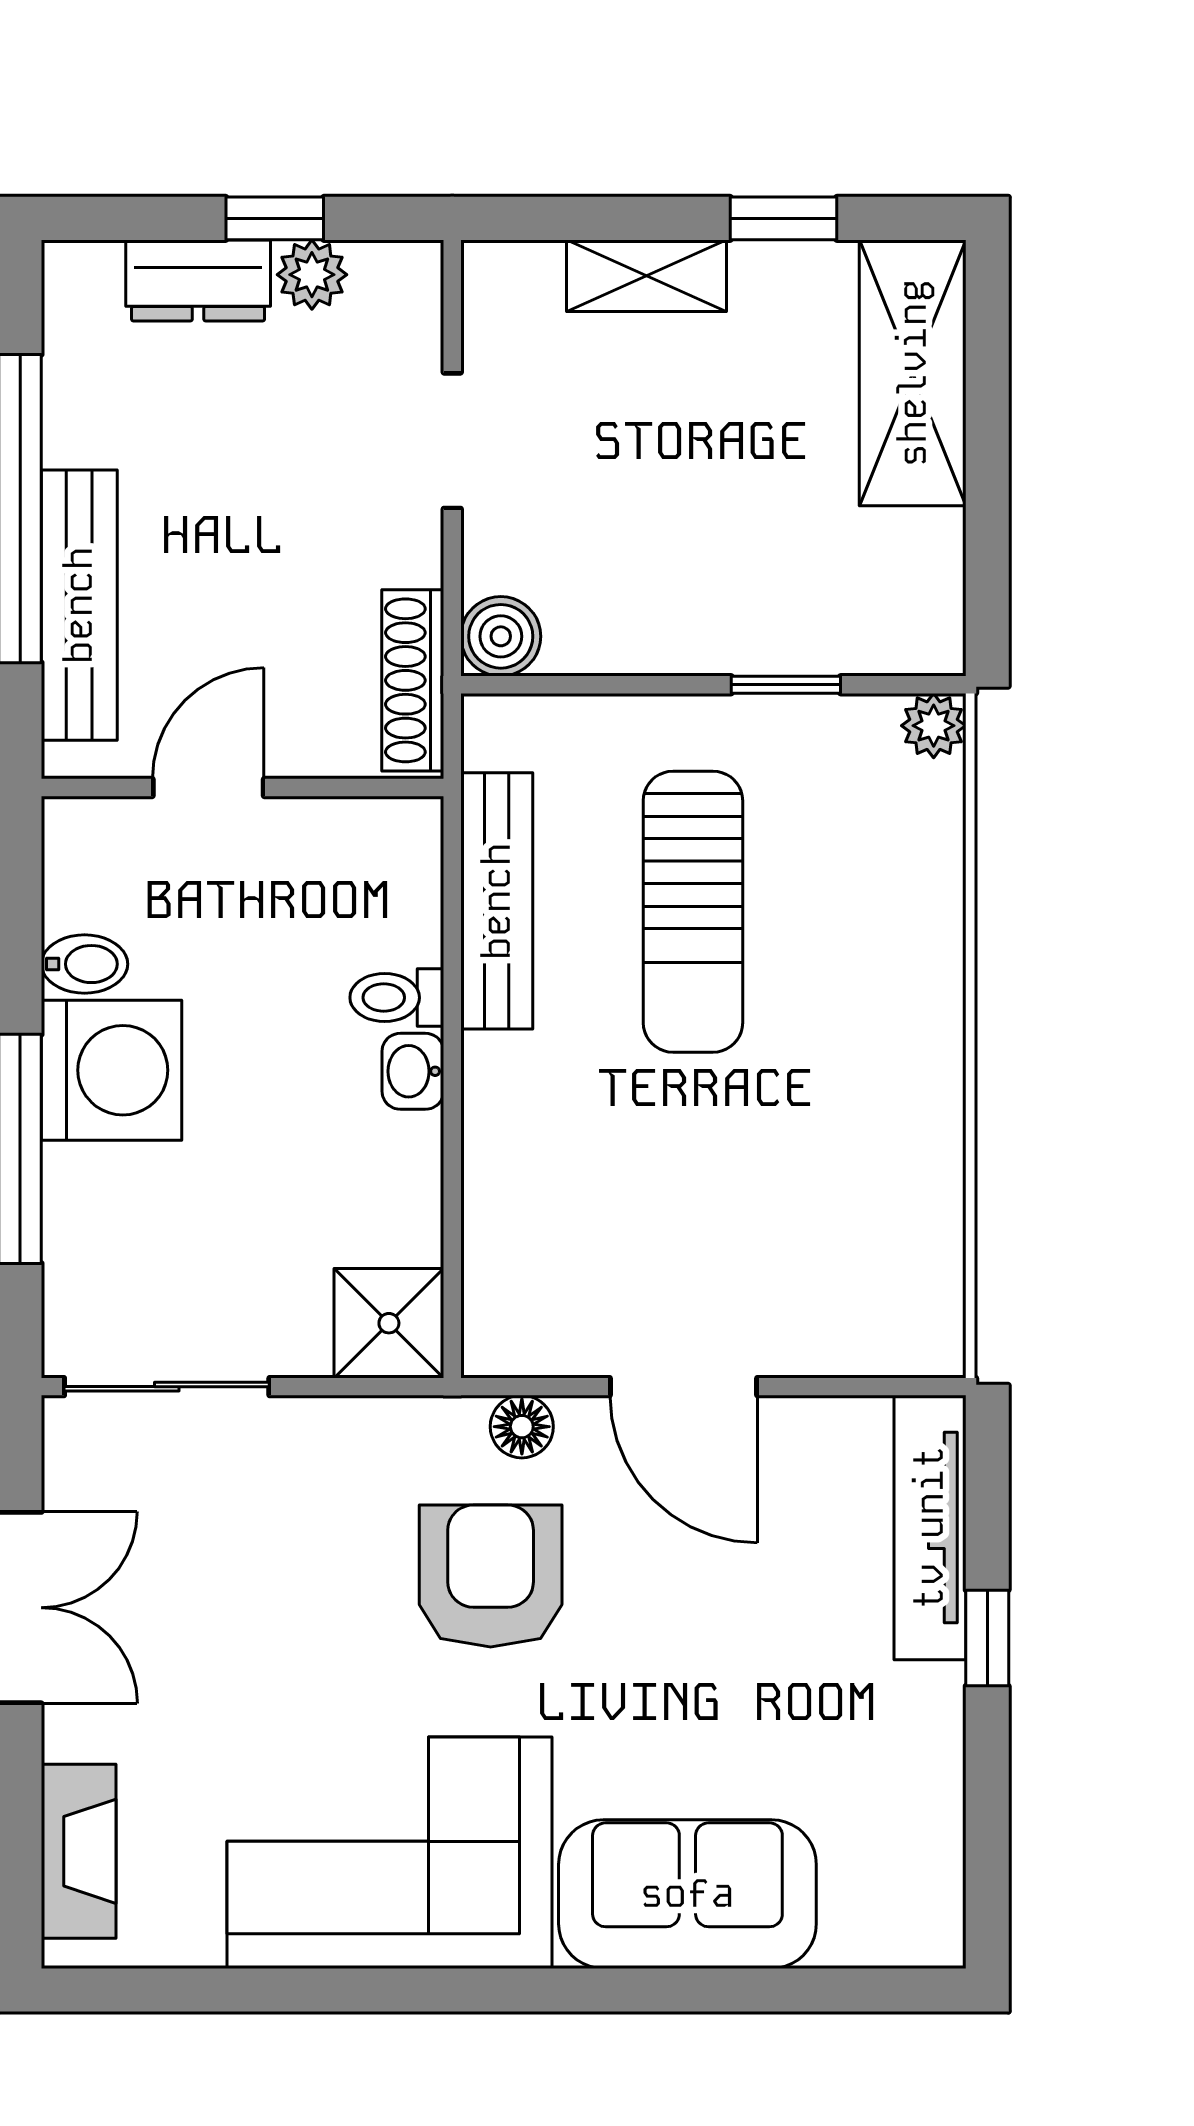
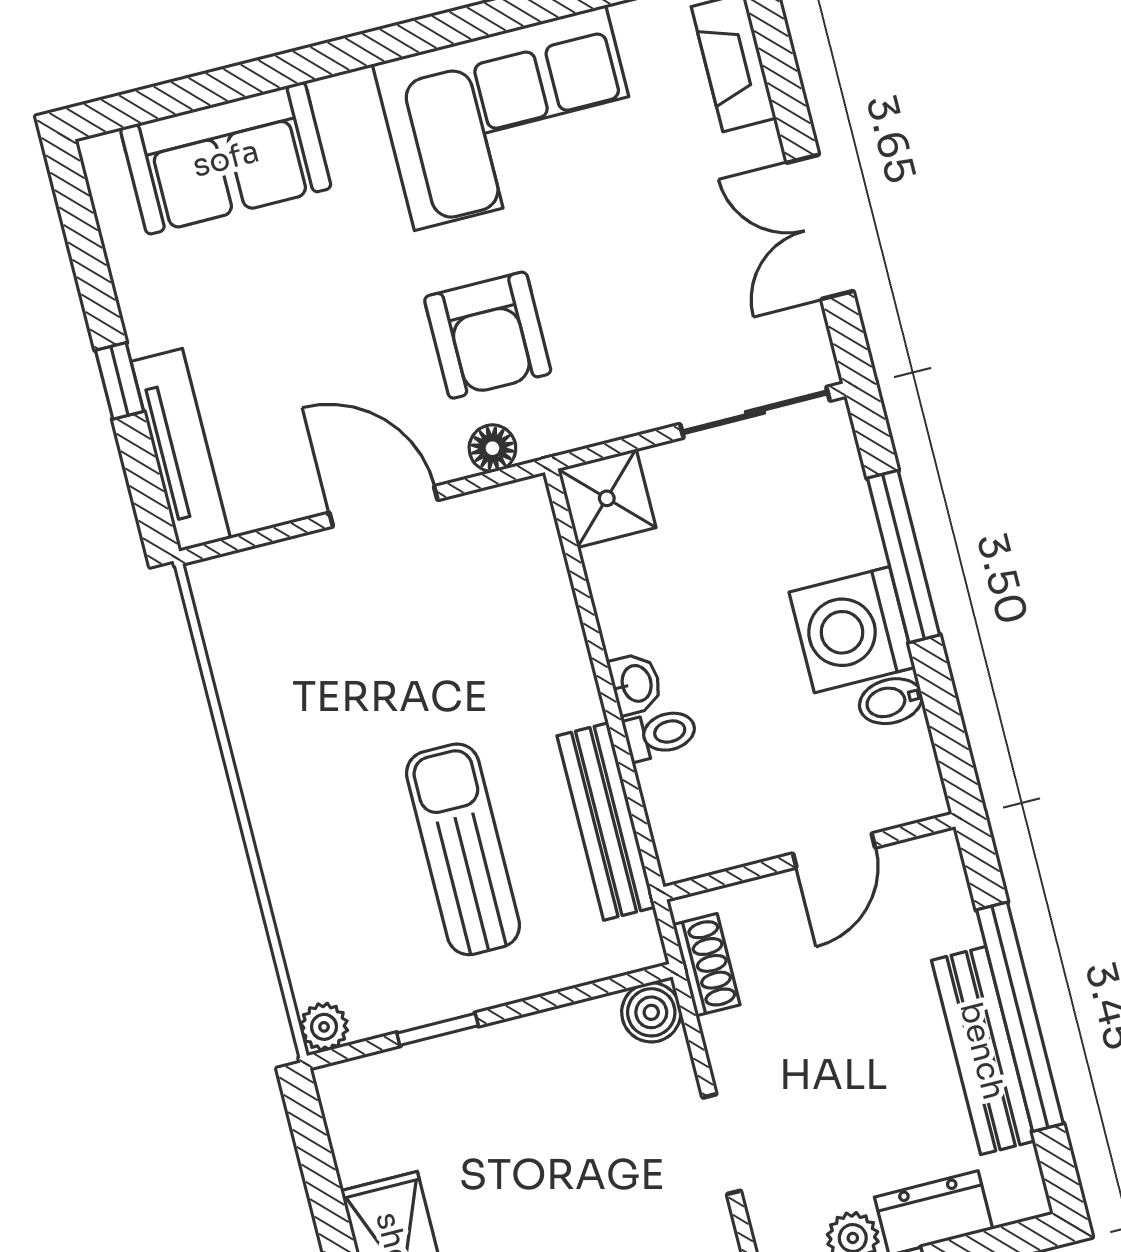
bench: (79, 605) -> (983, 1051), moved
shoe rack: (413, 680) -> (706, 965), width x0.70
sofa: (687, 1894) -> (226, 158), moved

